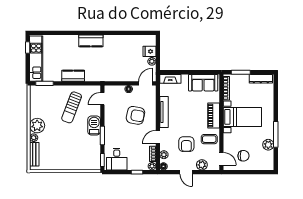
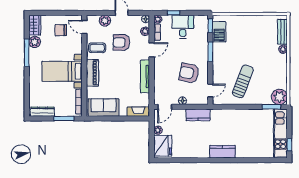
fridge: (149, 51) -> (163, 146), width x1.88, depth x1.34
kitchen counter: (73, 76) -> (198, 115), moved
armchair: (135, 115) -> (189, 73), moved
plant: (37, 126) -> (279, 97), moved
barbecue: (94, 126) -> (219, 32), moved
armchair: (186, 144) -> (121, 42), turned -90
desk: (117, 159) -> (183, 27), moved
wardrobe: (268, 161) -> (35, 25), added

